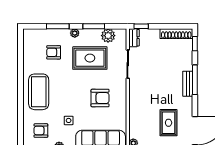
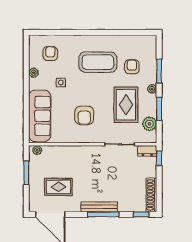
bench: (188, 84) -> (99, 207), width x1.36
coffee table: (39, 92) -> (98, 62), moved

